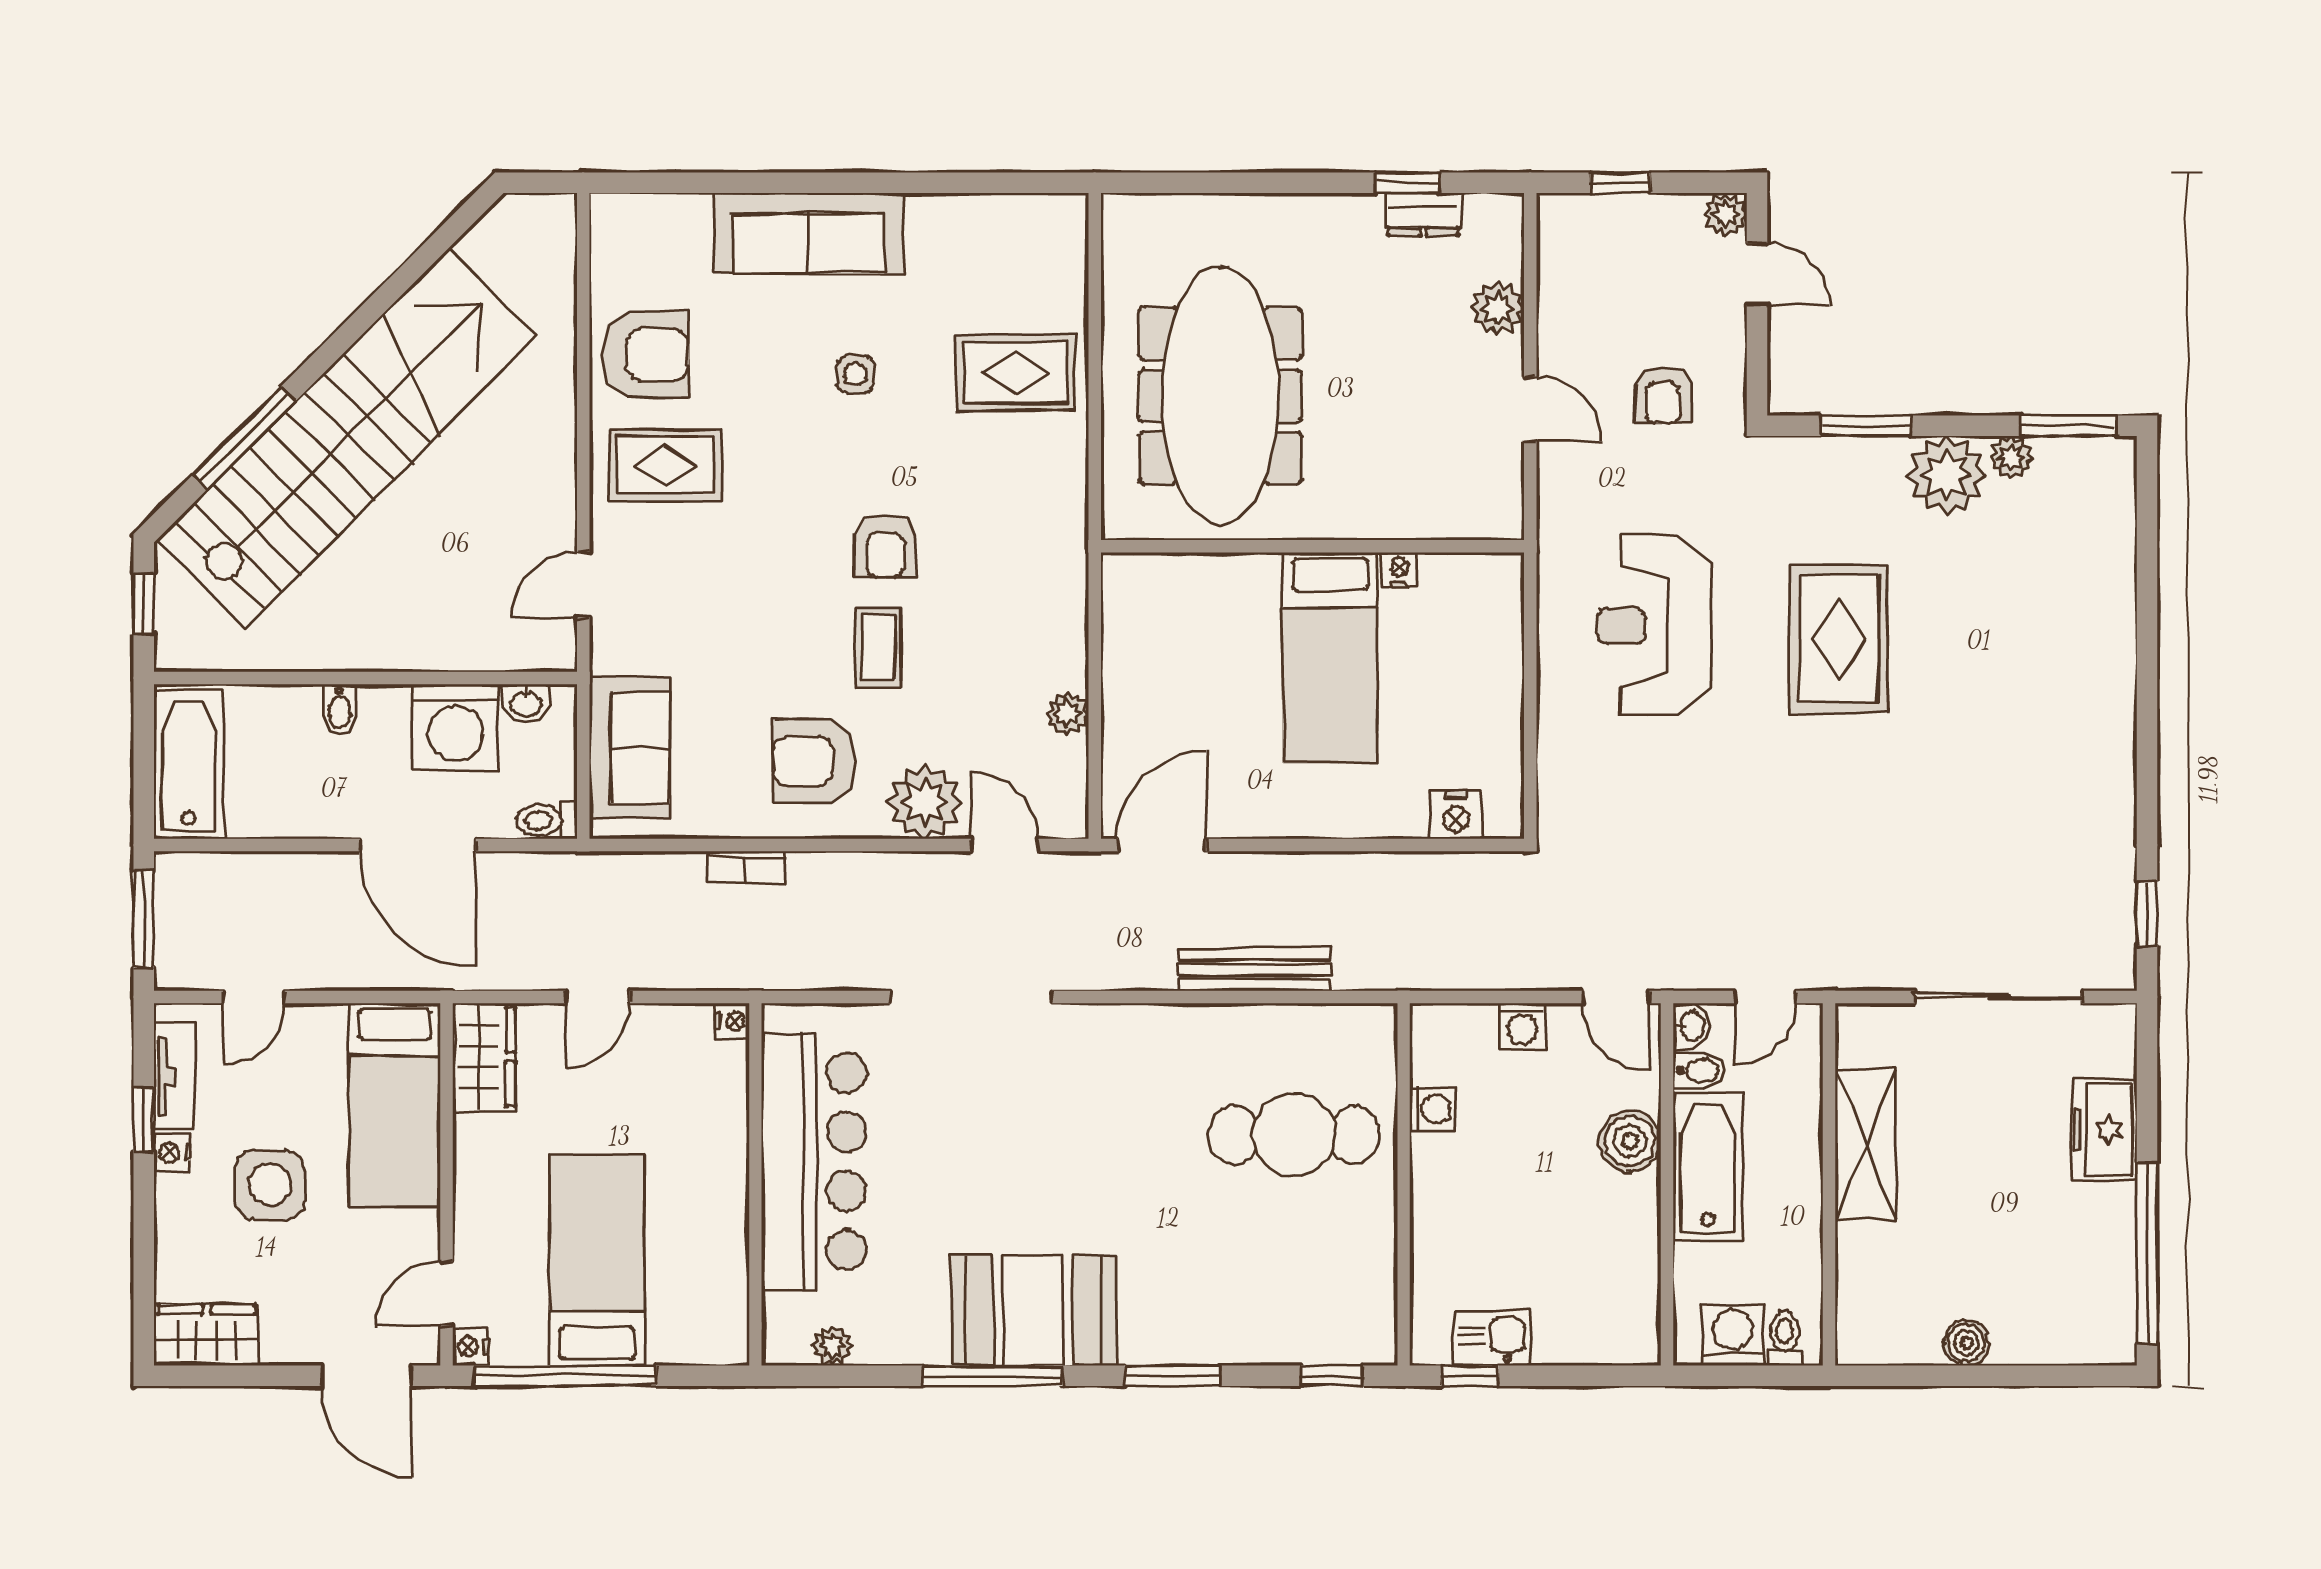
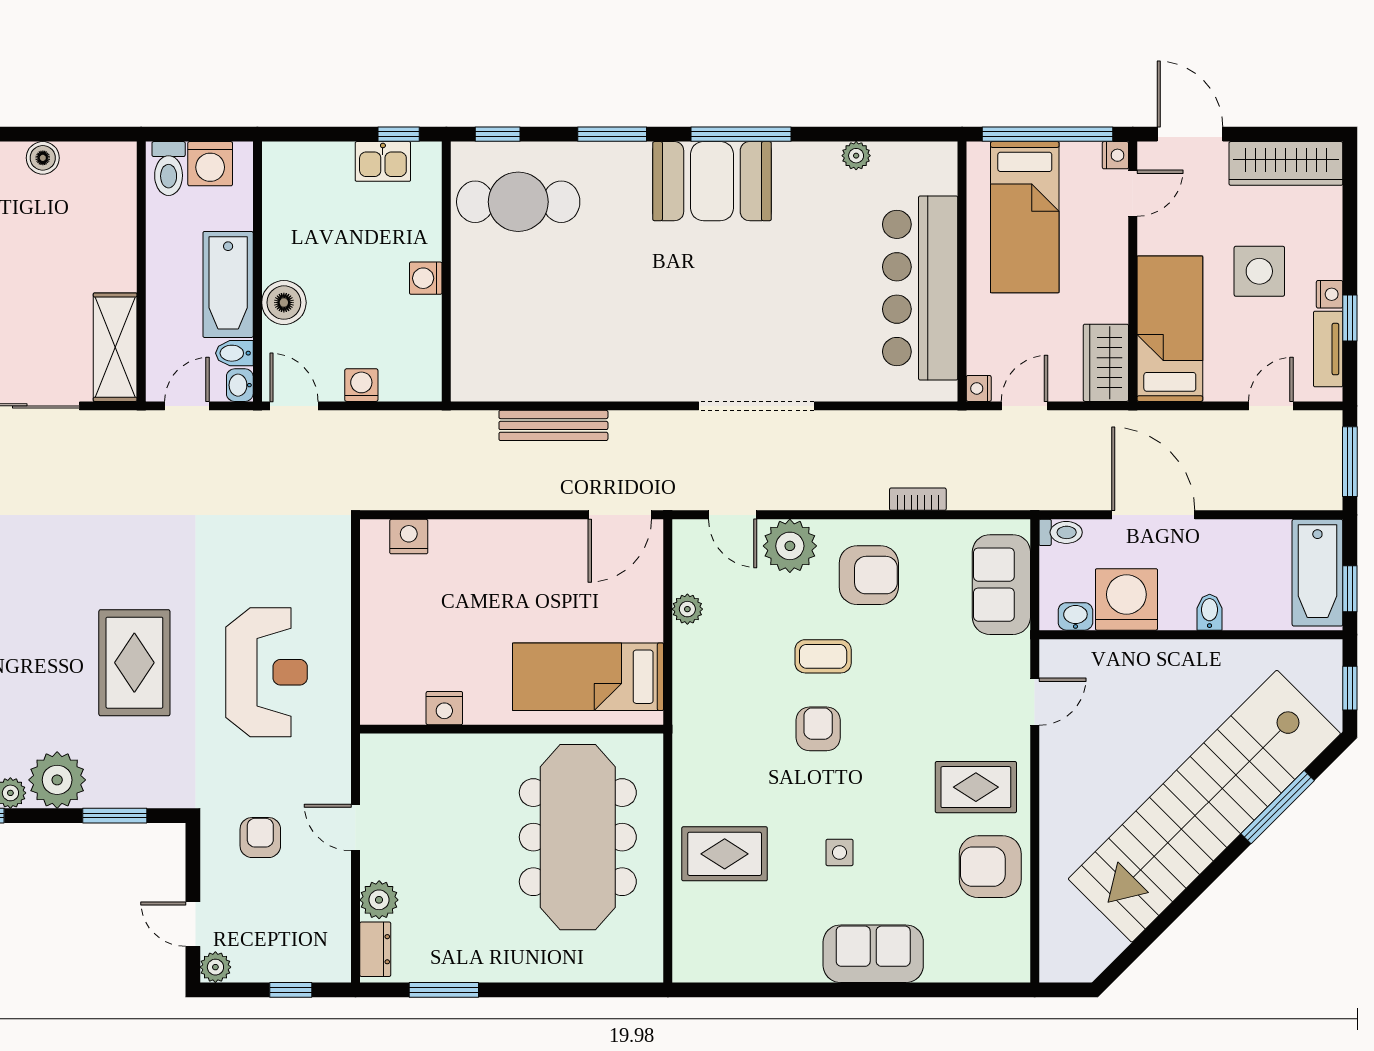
window: (1407, 183) -> (444, 990), width x1.50
dresser: (1423, 214) -> (375, 949), moved, turned 90
sofa: (808, 233) -> (873, 954), width x0.73
nightstand: (1399, 570) -> (444, 708), width x1.39, depth x1.35
coffee table: (878, 648) -> (823, 656), turned 90
bed: (1330, 657) -> (588, 677), moved, turned -90
window: (144, 742) -> (1350, 589), added
nightstand: (732, 1021) -> (979, 388), moved
washing machine: (1432, 1109) -> (426, 278), moved
cafe table: (1294, 1135) -> (518, 202), moved
shelving: (1865, 1145) -> (115, 347), moved
bar counter: (814, 1161) -> (920, 288), moved
wall: (755, 1184) -> (962, 271), moved
wardrobe: (207, 1335) -> (1286, 163), width x1.50
toilet: (1785, 1338) -> (169, 169), width x1.37, depth x1.39

